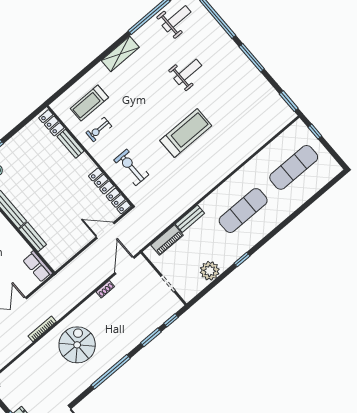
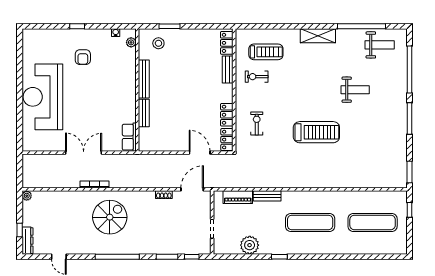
treadmill: (89, 103) -> (266, 52), turned 180
exercise bike: (131, 167) -> (257, 123), width x0.73, depth x0.72

